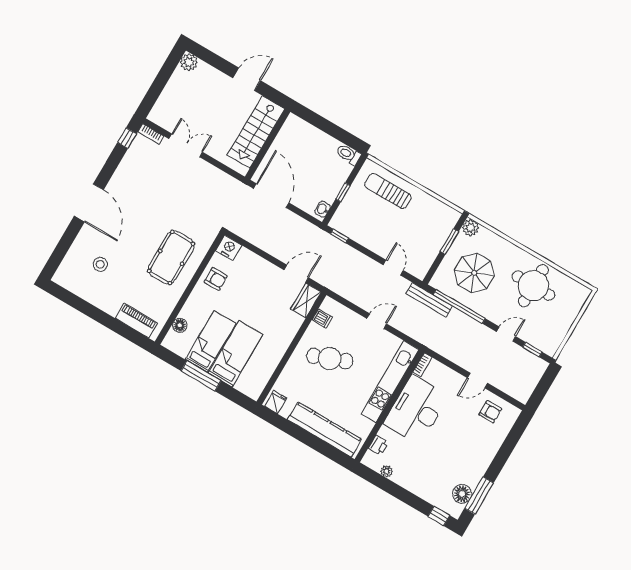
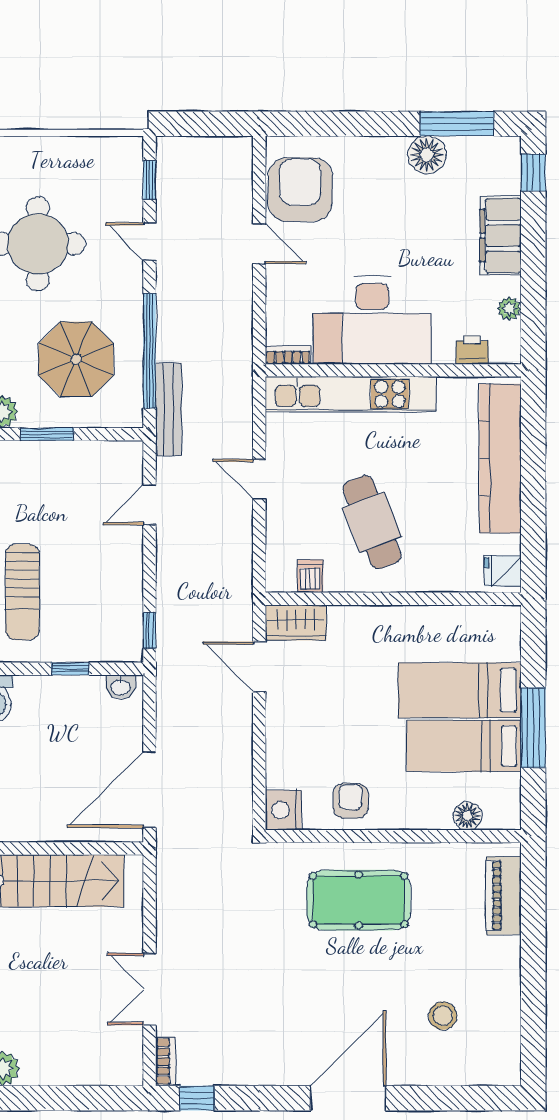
armchair: (490, 412) -> (300, 190), width x1.88, depth x1.88
filing cabinet: (420, 486) -> (500, 236), added
floor lamp: (462, 494) -> (427, 155), moved

